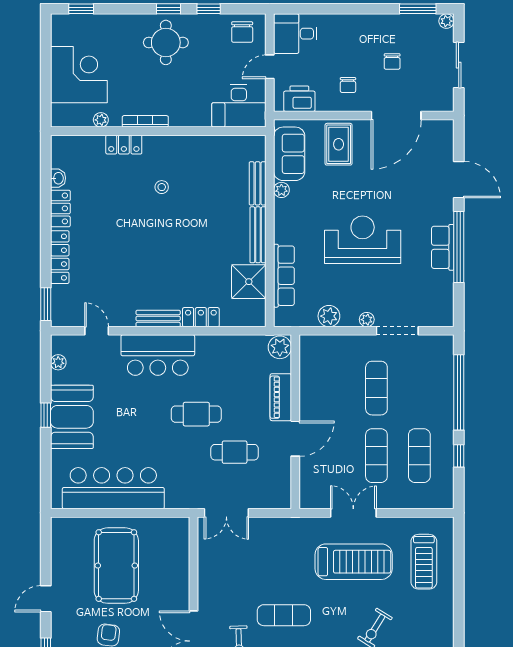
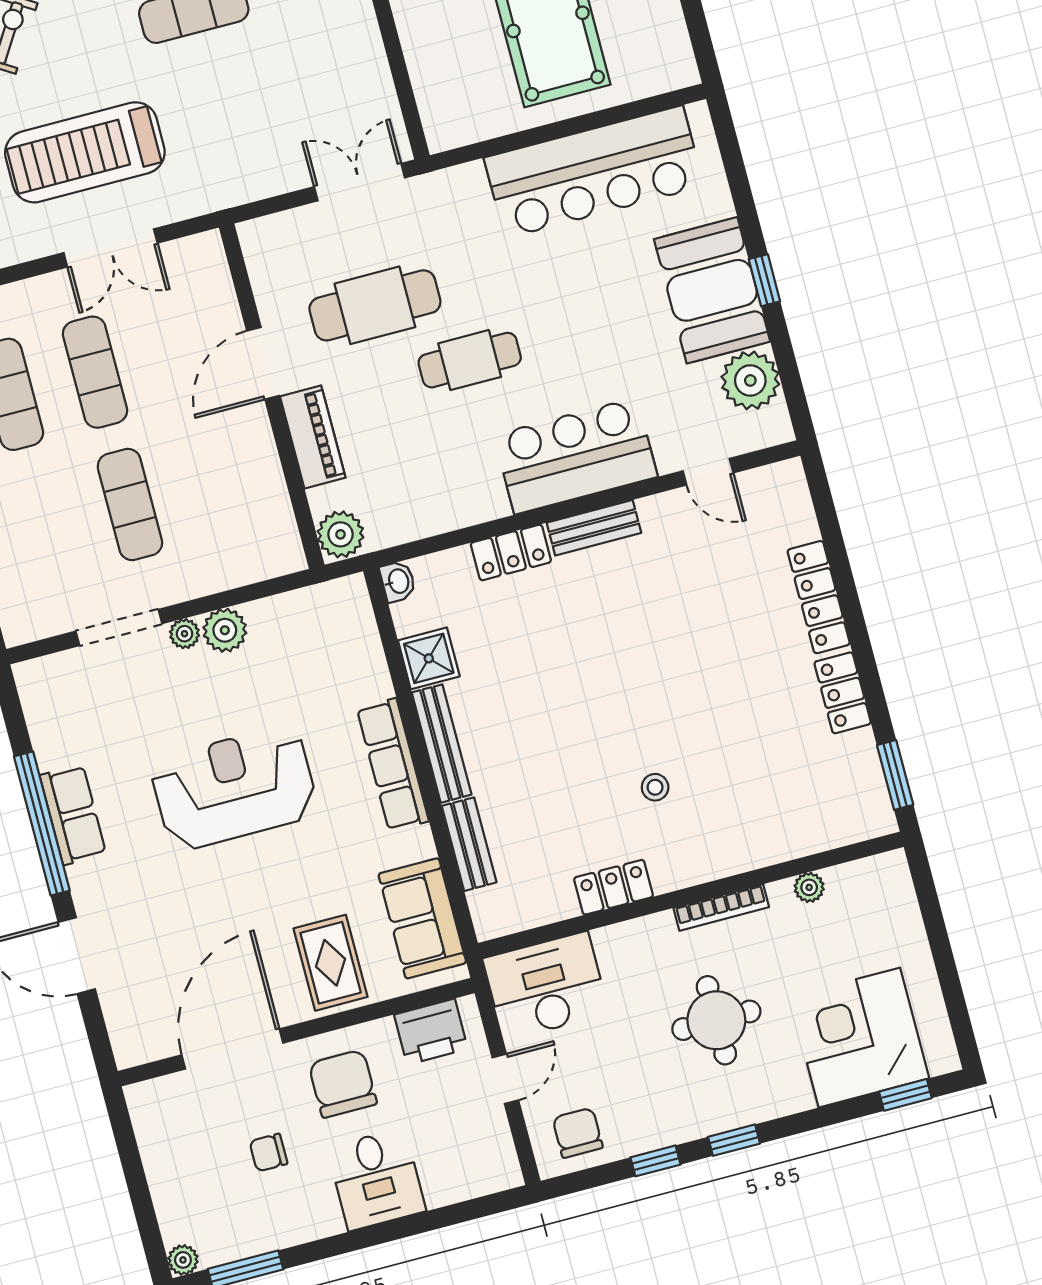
desk: (295, 34) -> (376, 1179), moved, turned 90
round table: (166, 42) -> (716, 1020), moved
chair: (392, 62) -> (268, 1153), turned -90
sliding door: (459, 65) -> (136, 1180), removed
corner desk: (79, 75) -> (859, 1038), moved, turned 90
chair: (348, 85) -> (343, 1084), width x1.87, depth x1.87
locker: (124, 145) -> (614, 887), moved
washbasin: (58, 178) -> (398, 581), moved, turned 180
plant: (281, 190) -> (419, 844), removed
reception desk: (363, 240) -> (234, 788), turned 180
row of seats: (284, 276) -> (393, 765), moved
shower: (249, 282) -> (429, 658), width x0.73, depth x0.73
window: (46, 304) -> (895, 775), moved
plant: (329, 316) -> (225, 630), moved
plant: (58, 362) -> (750, 380), width x1.88, depth x1.88
cafe table: (235, 452) -> (375, 305), width x1.37, depth x1.35

